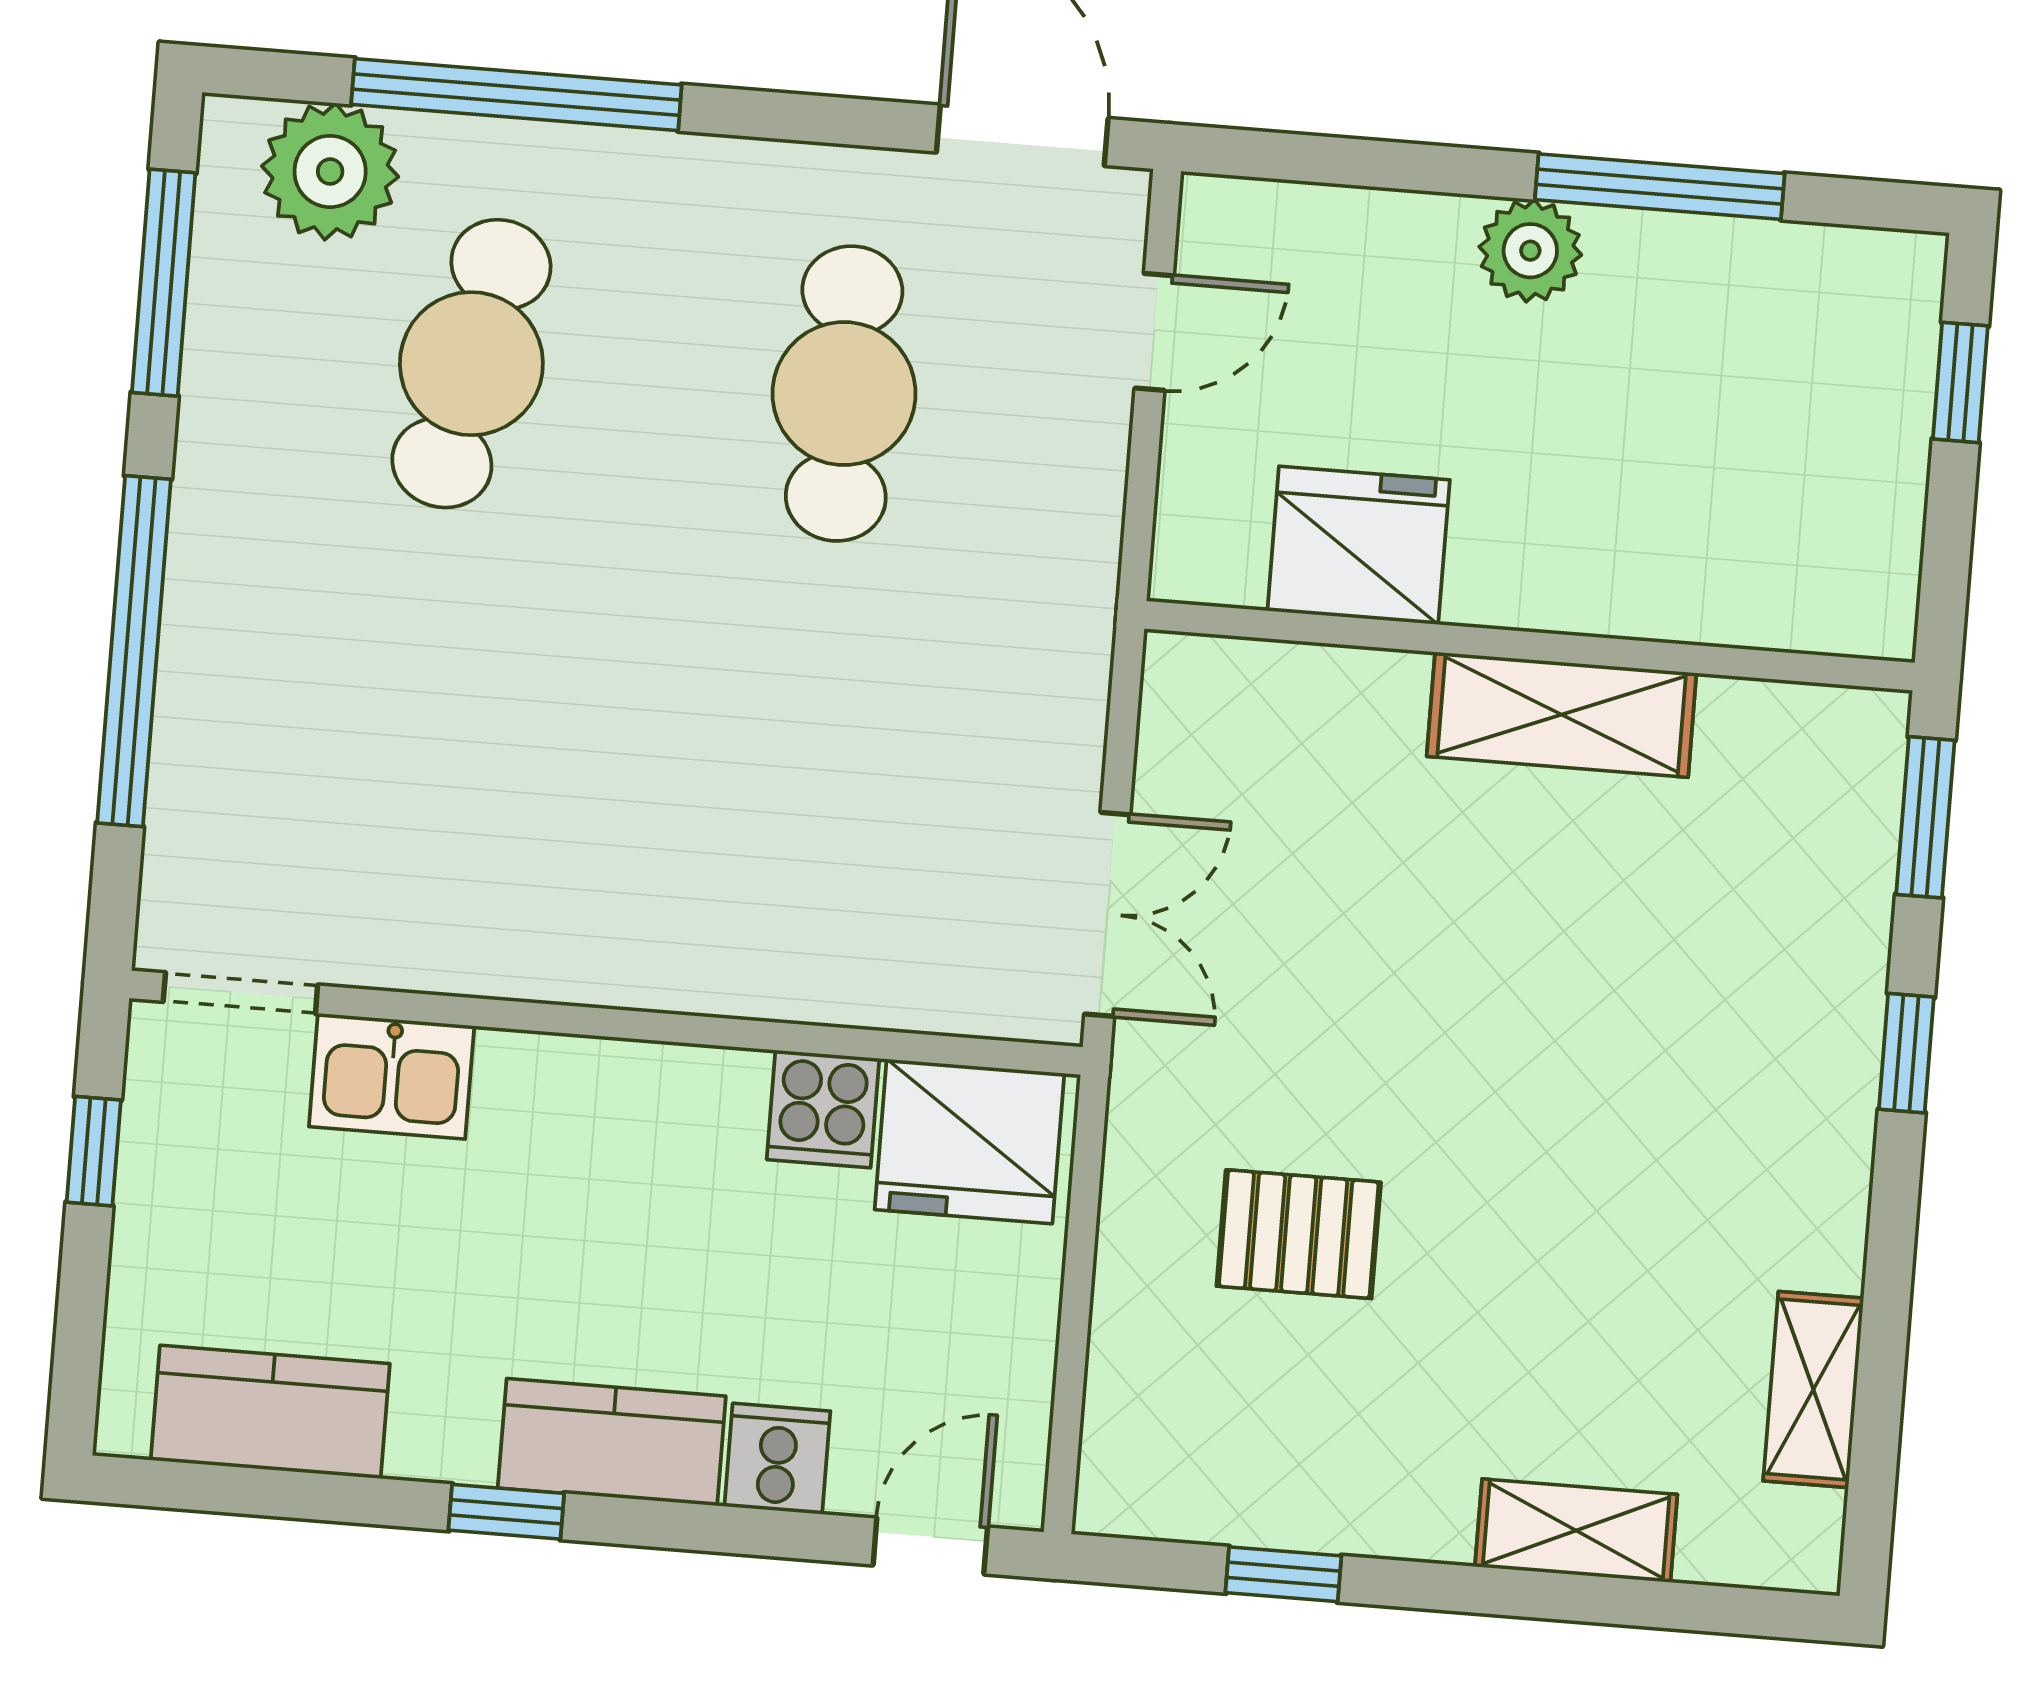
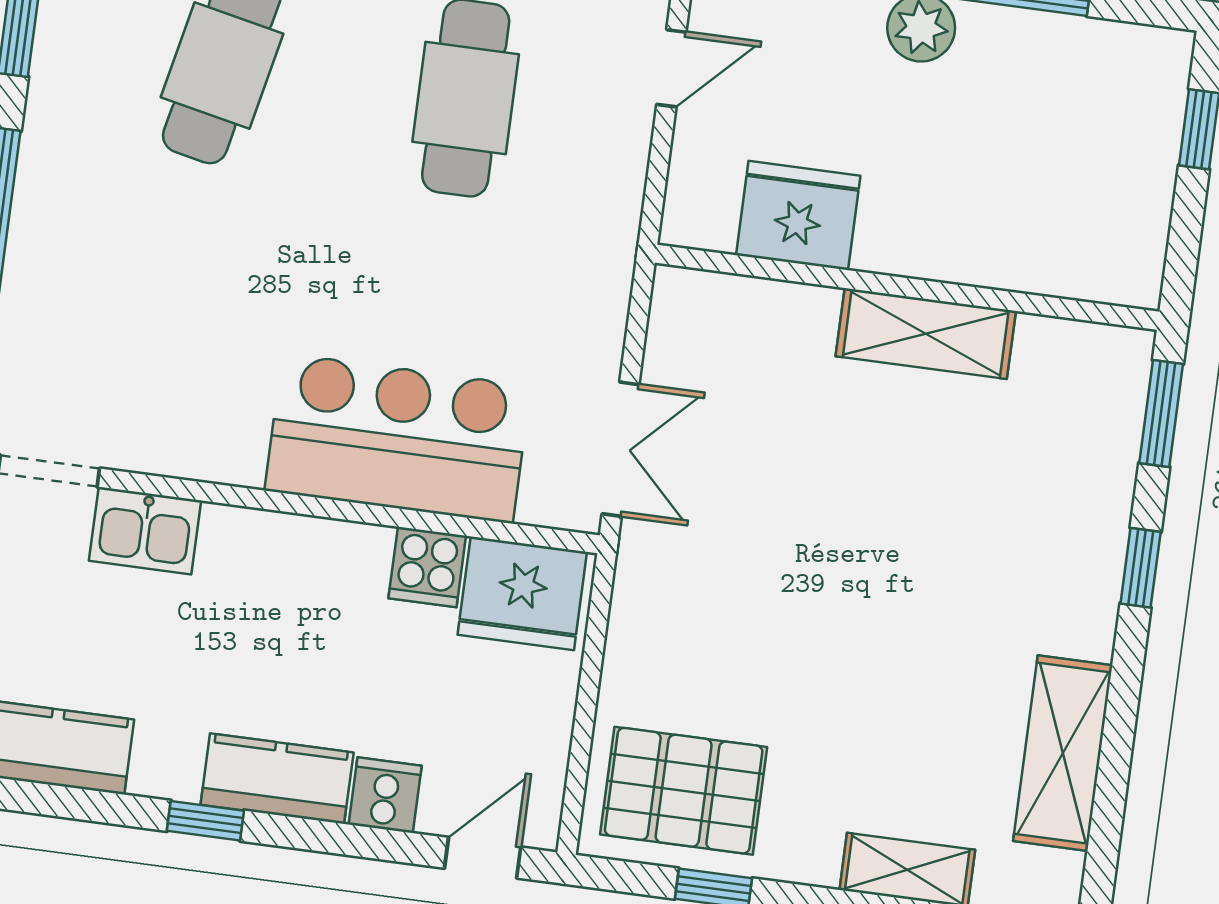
bar counter: (768, 916) -> (398, 438), added
pallet: (1299, 1234) -> (684, 791), moved, width x1.50, depth x1.42
shelving: (1813, 1390) -> (1063, 753), width x1.50, depth x1.33

